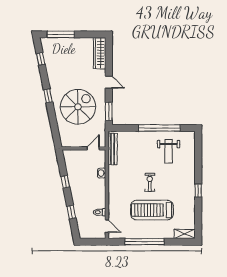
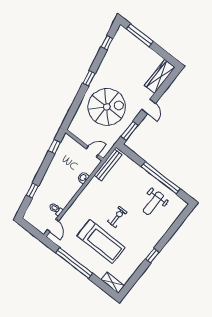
window: (65, 182) -> (55, 147), moved
treadmill: (152, 210) -> (101, 242), turned 180

